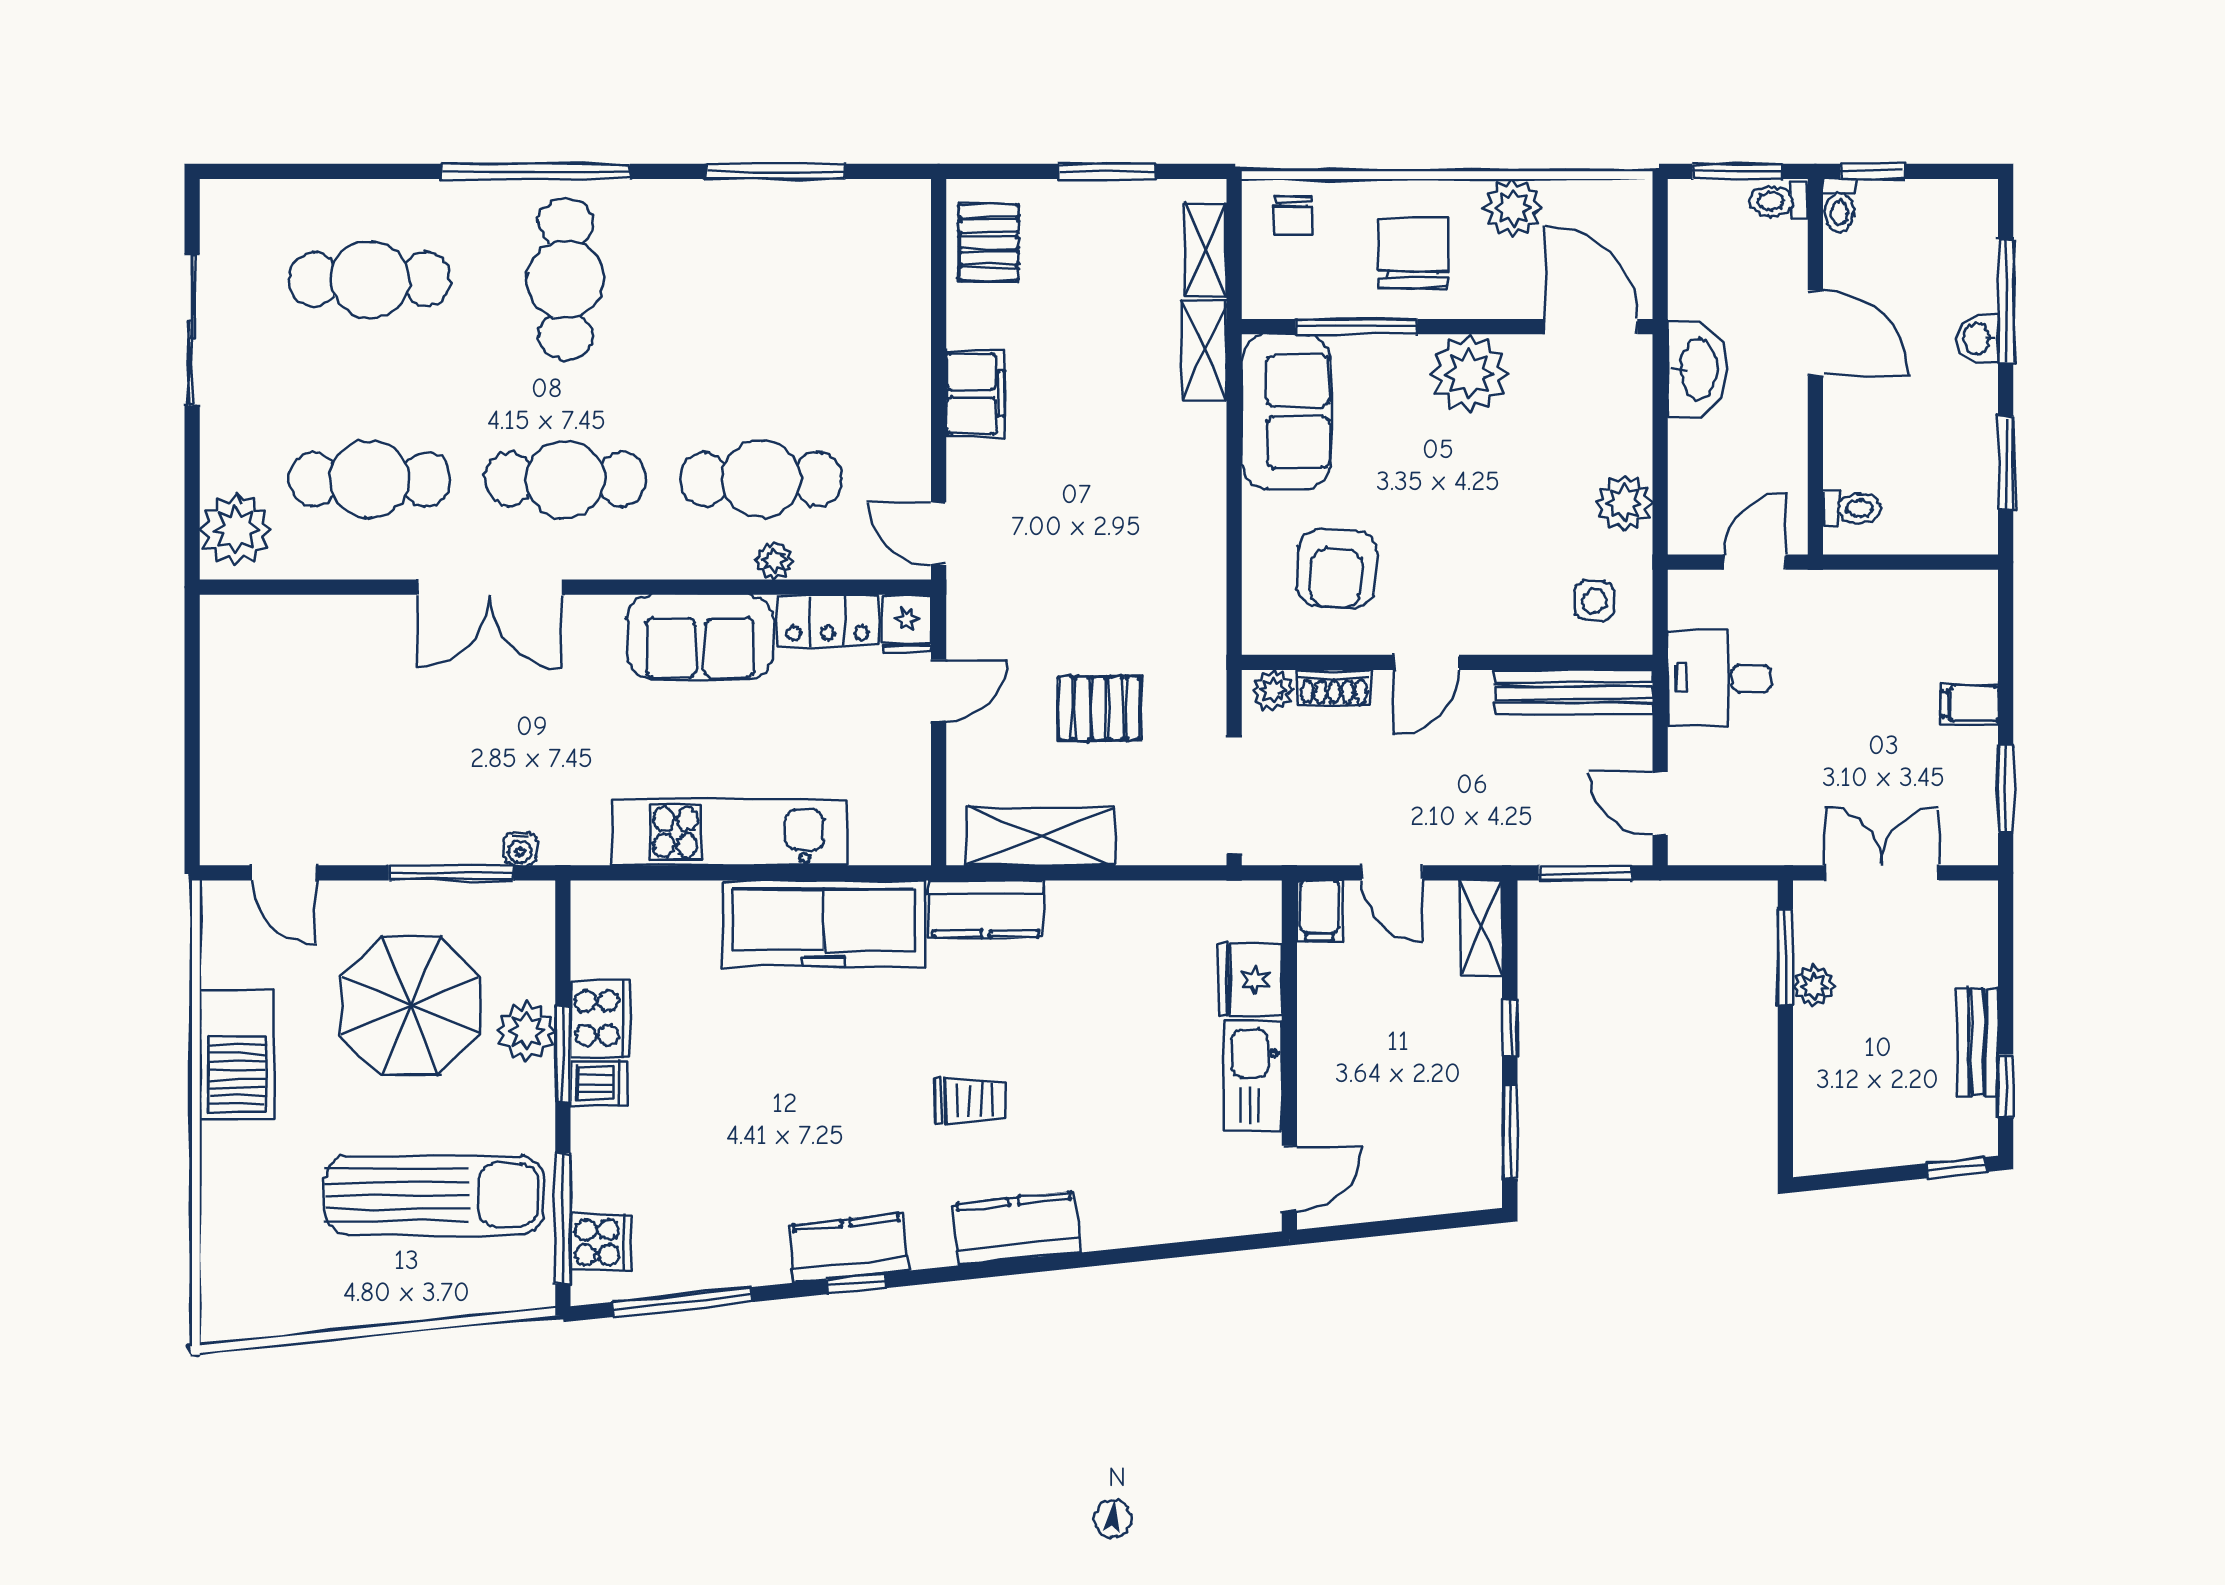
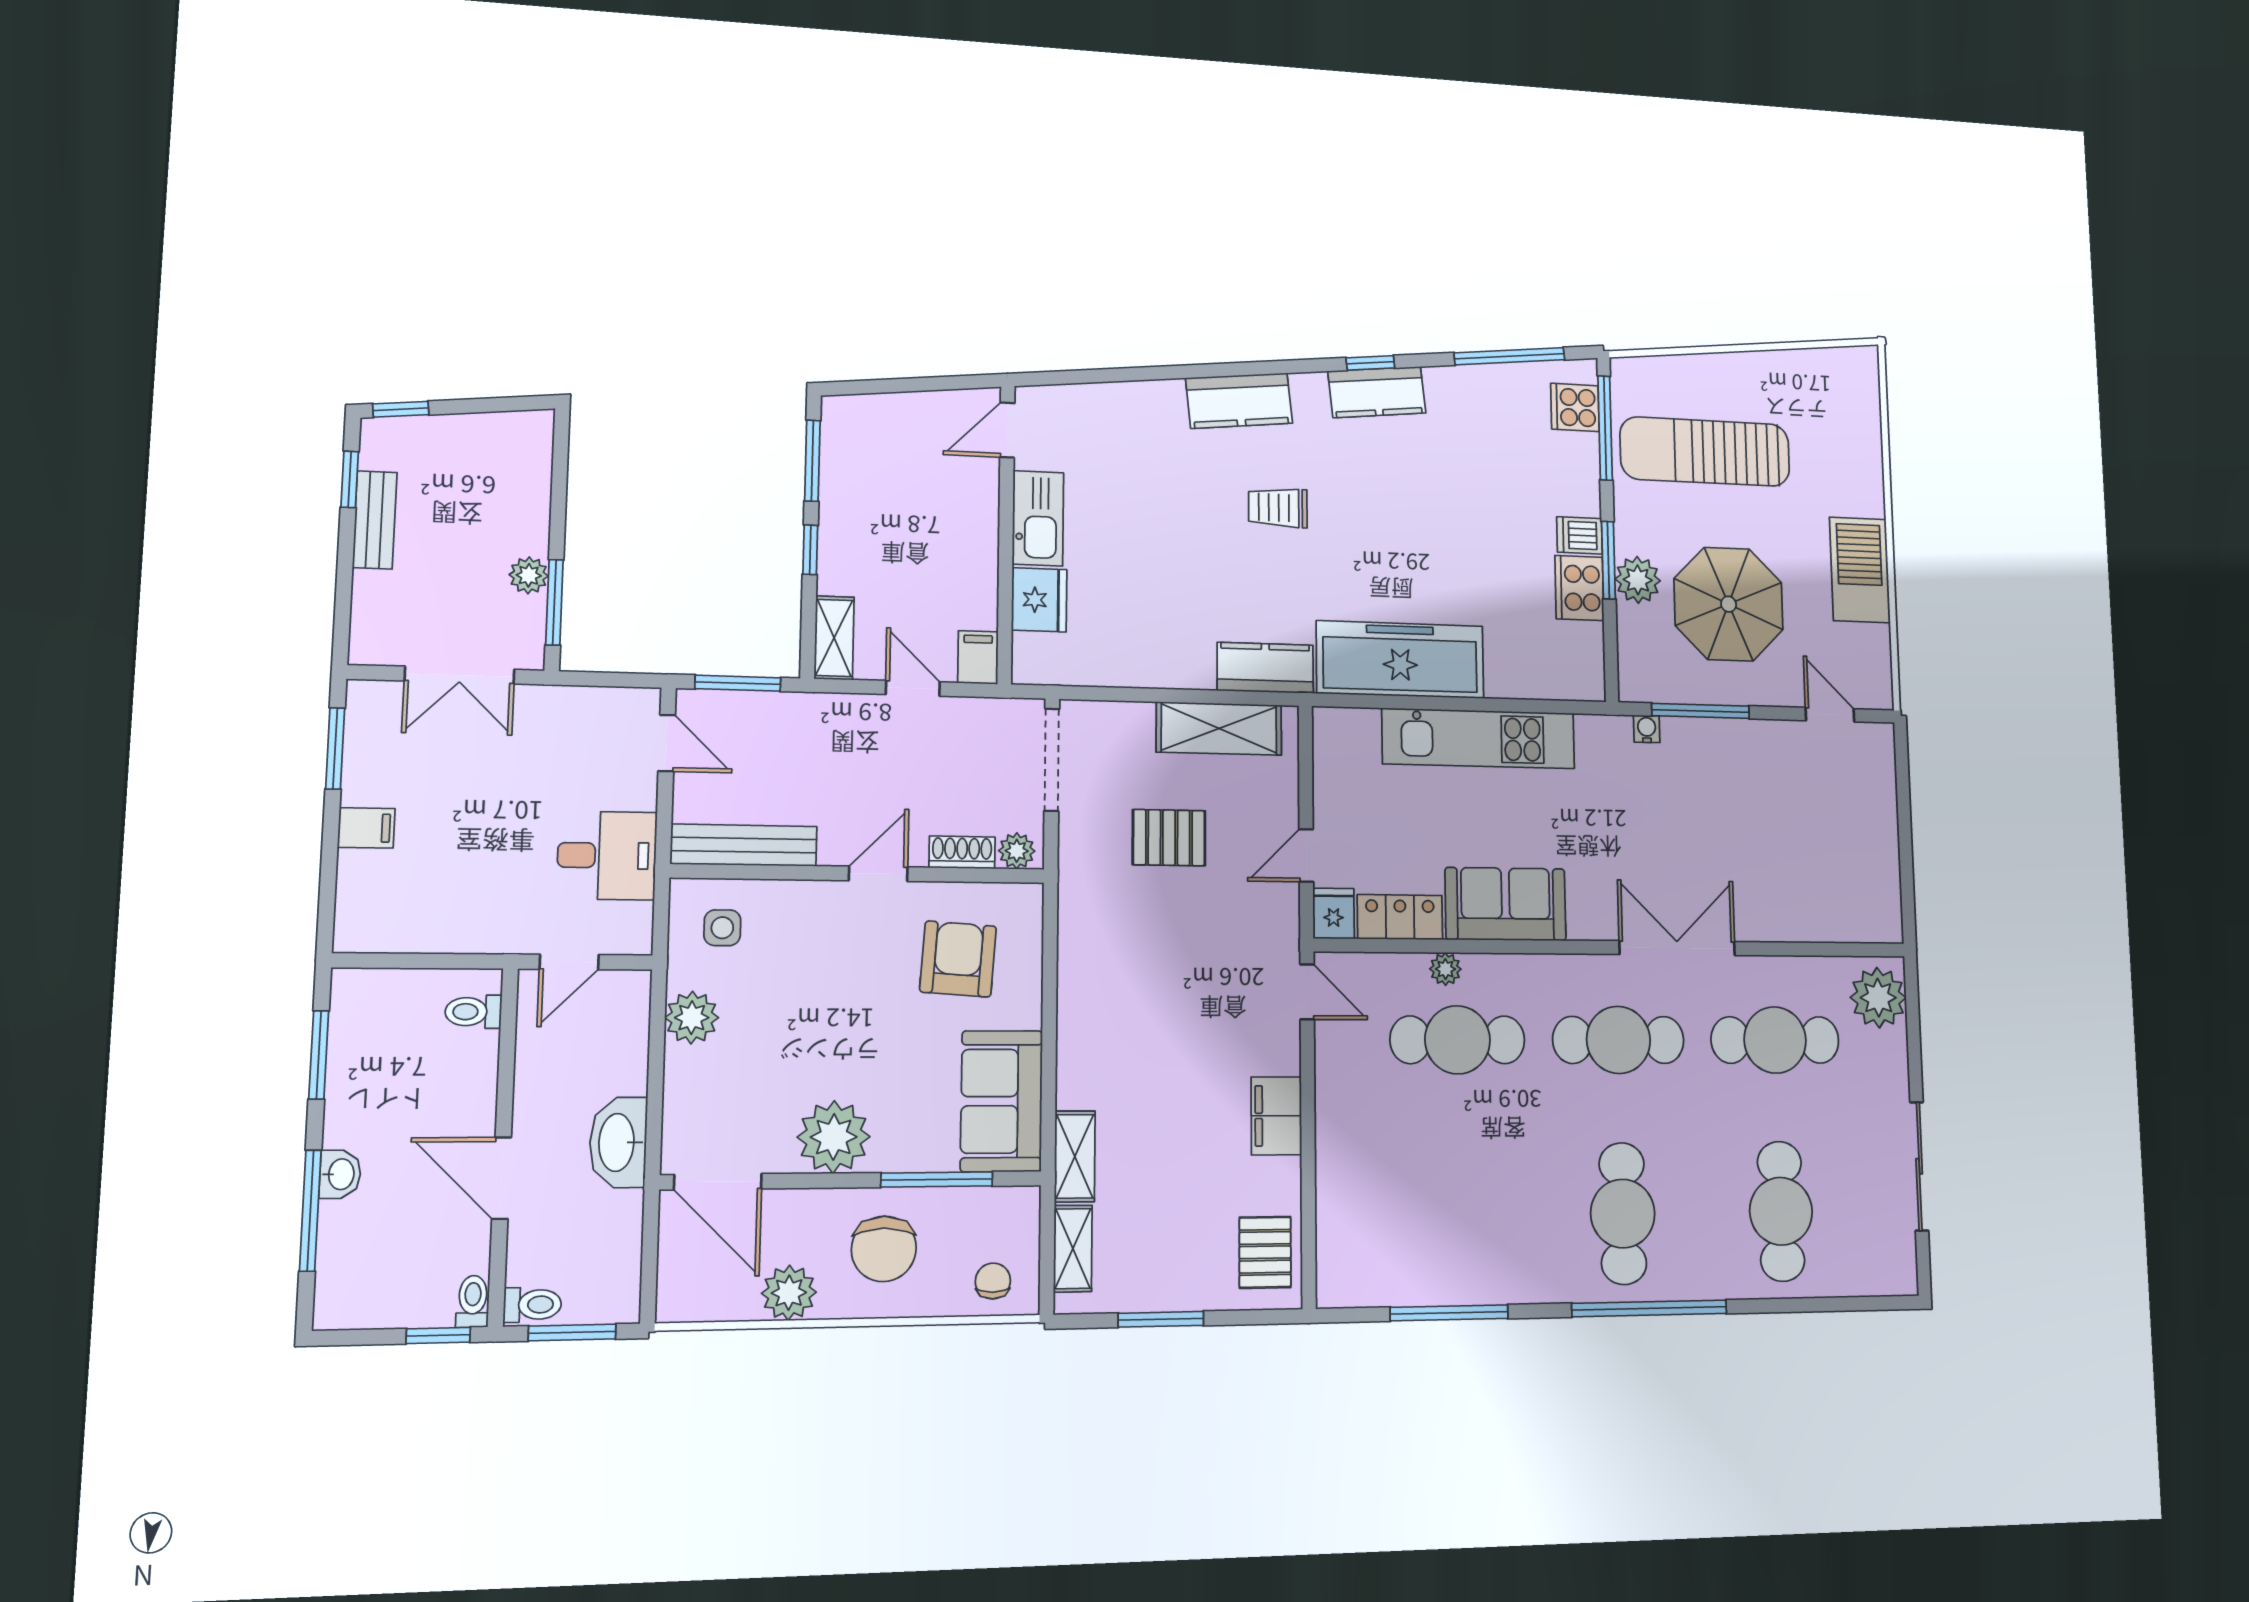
cafe table: (370, 279) -> (1781, 1211), turned 90

